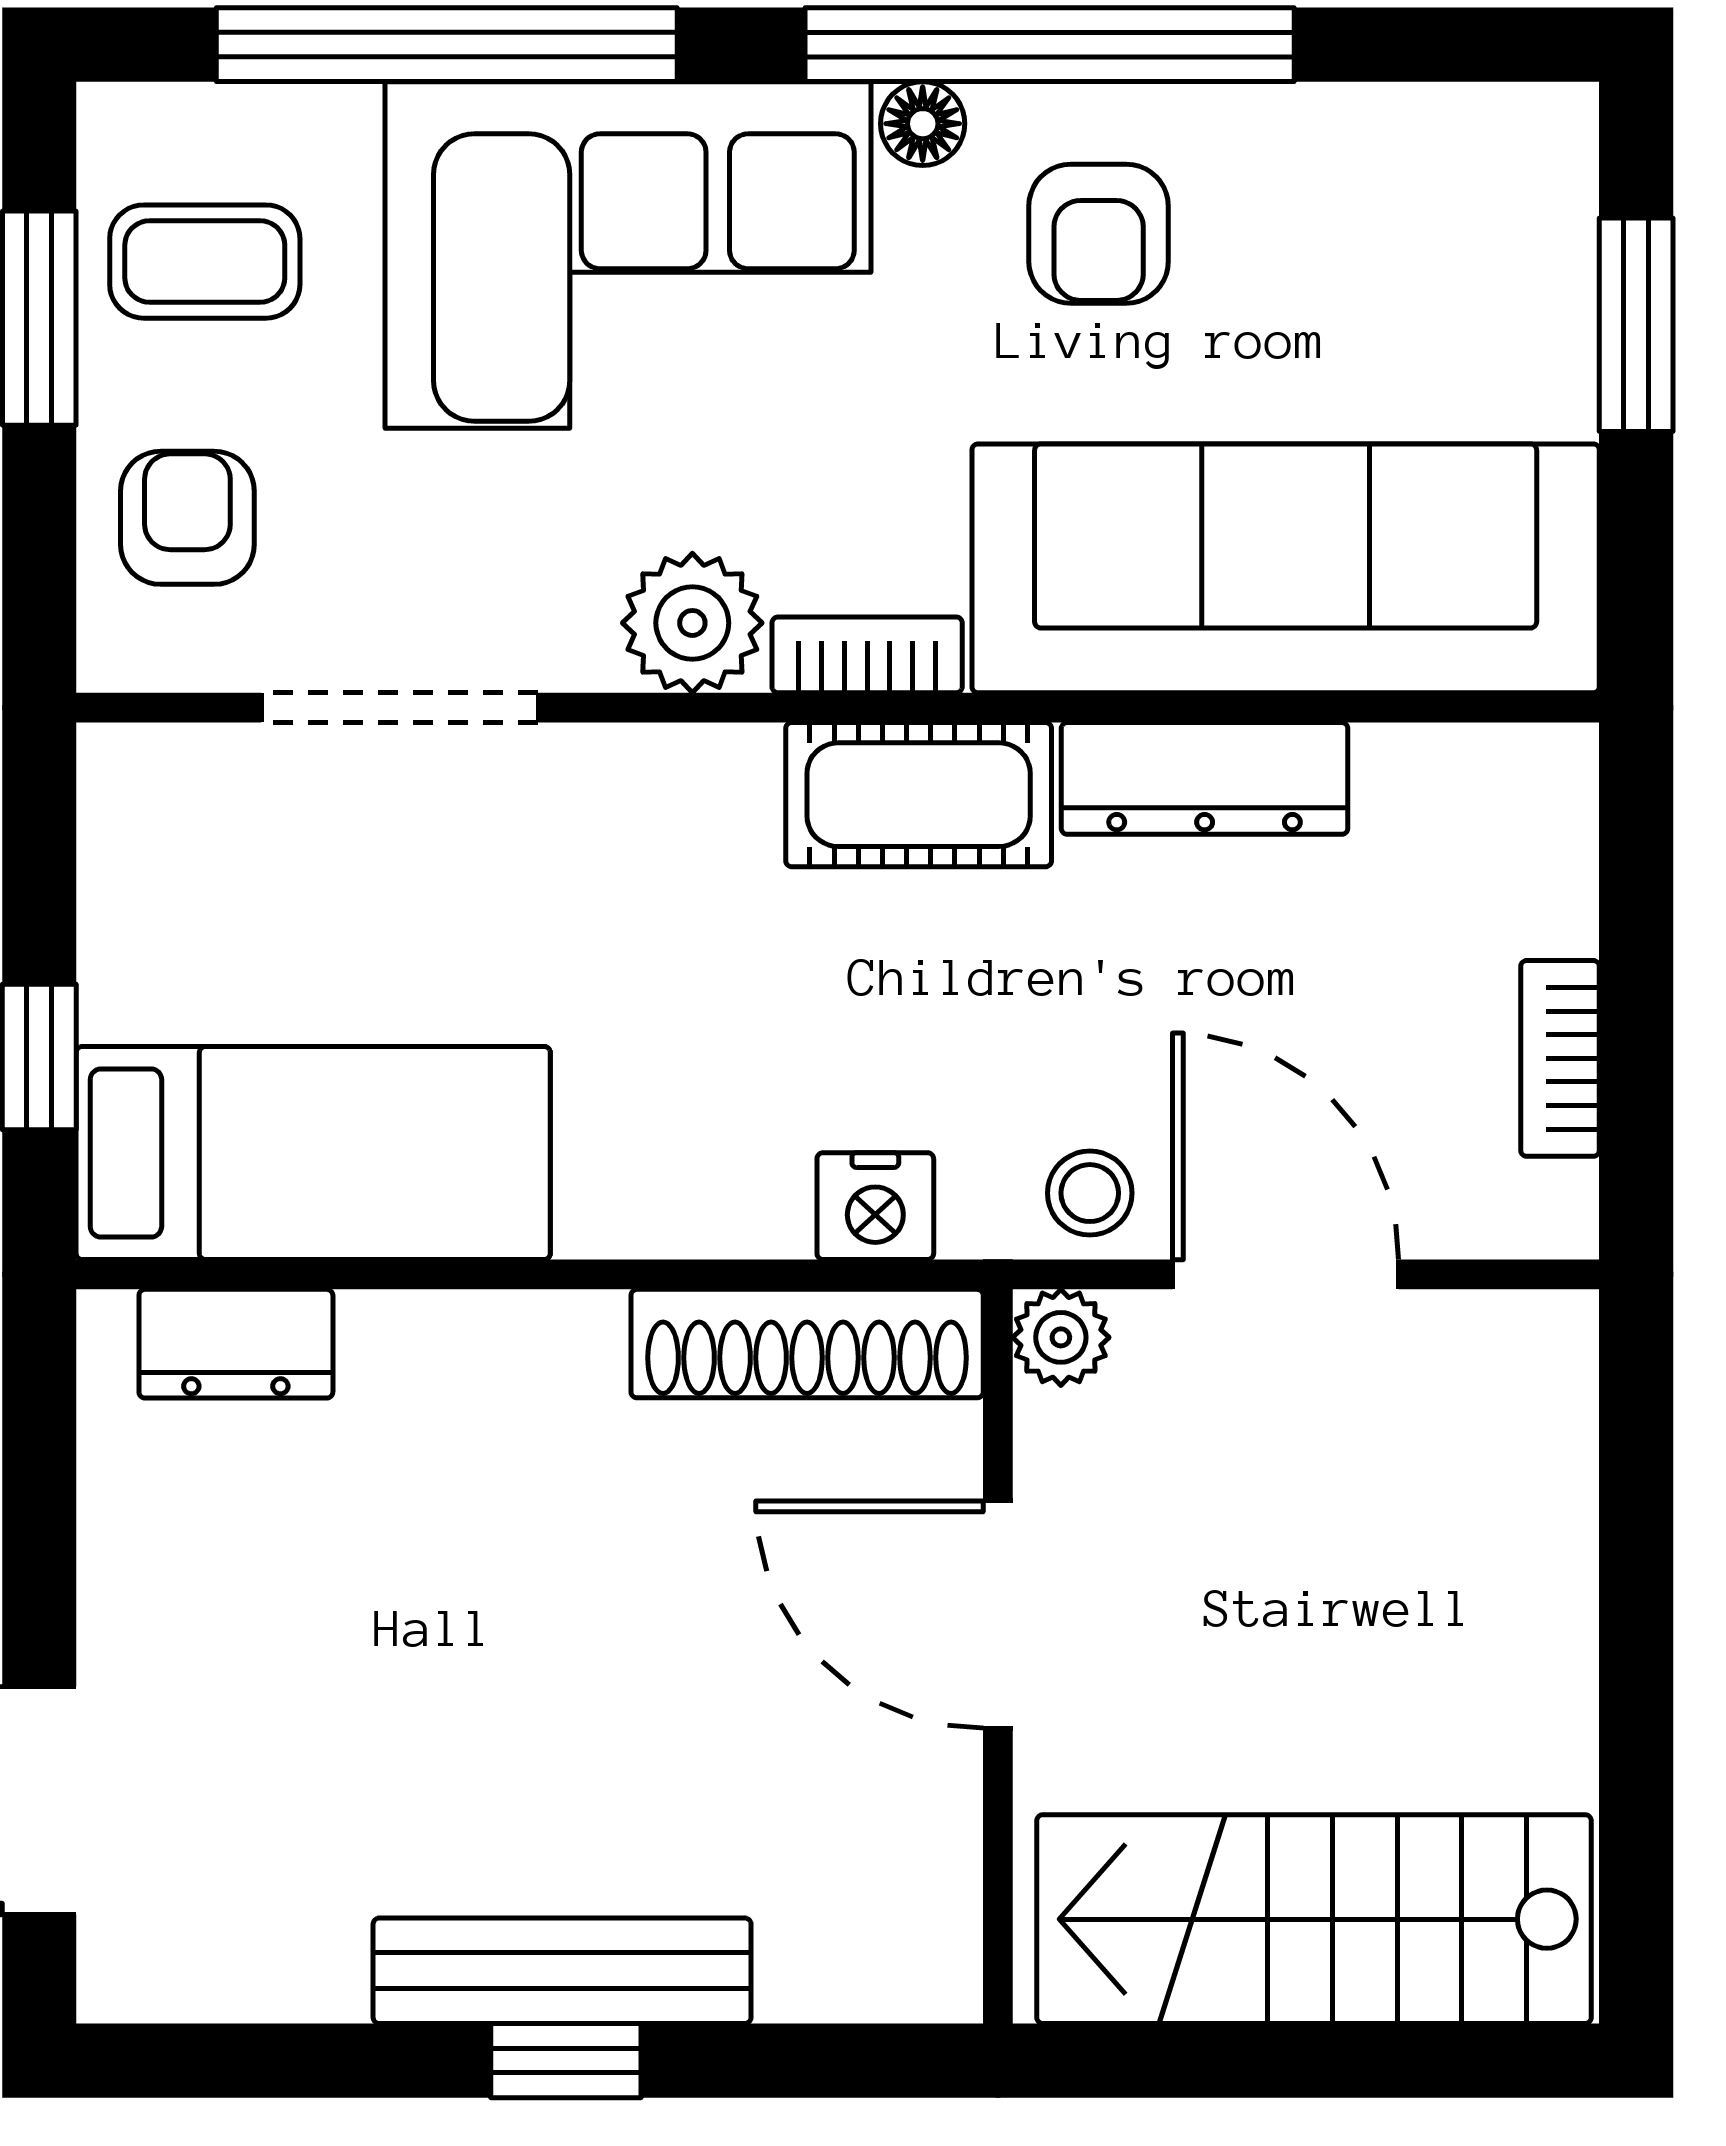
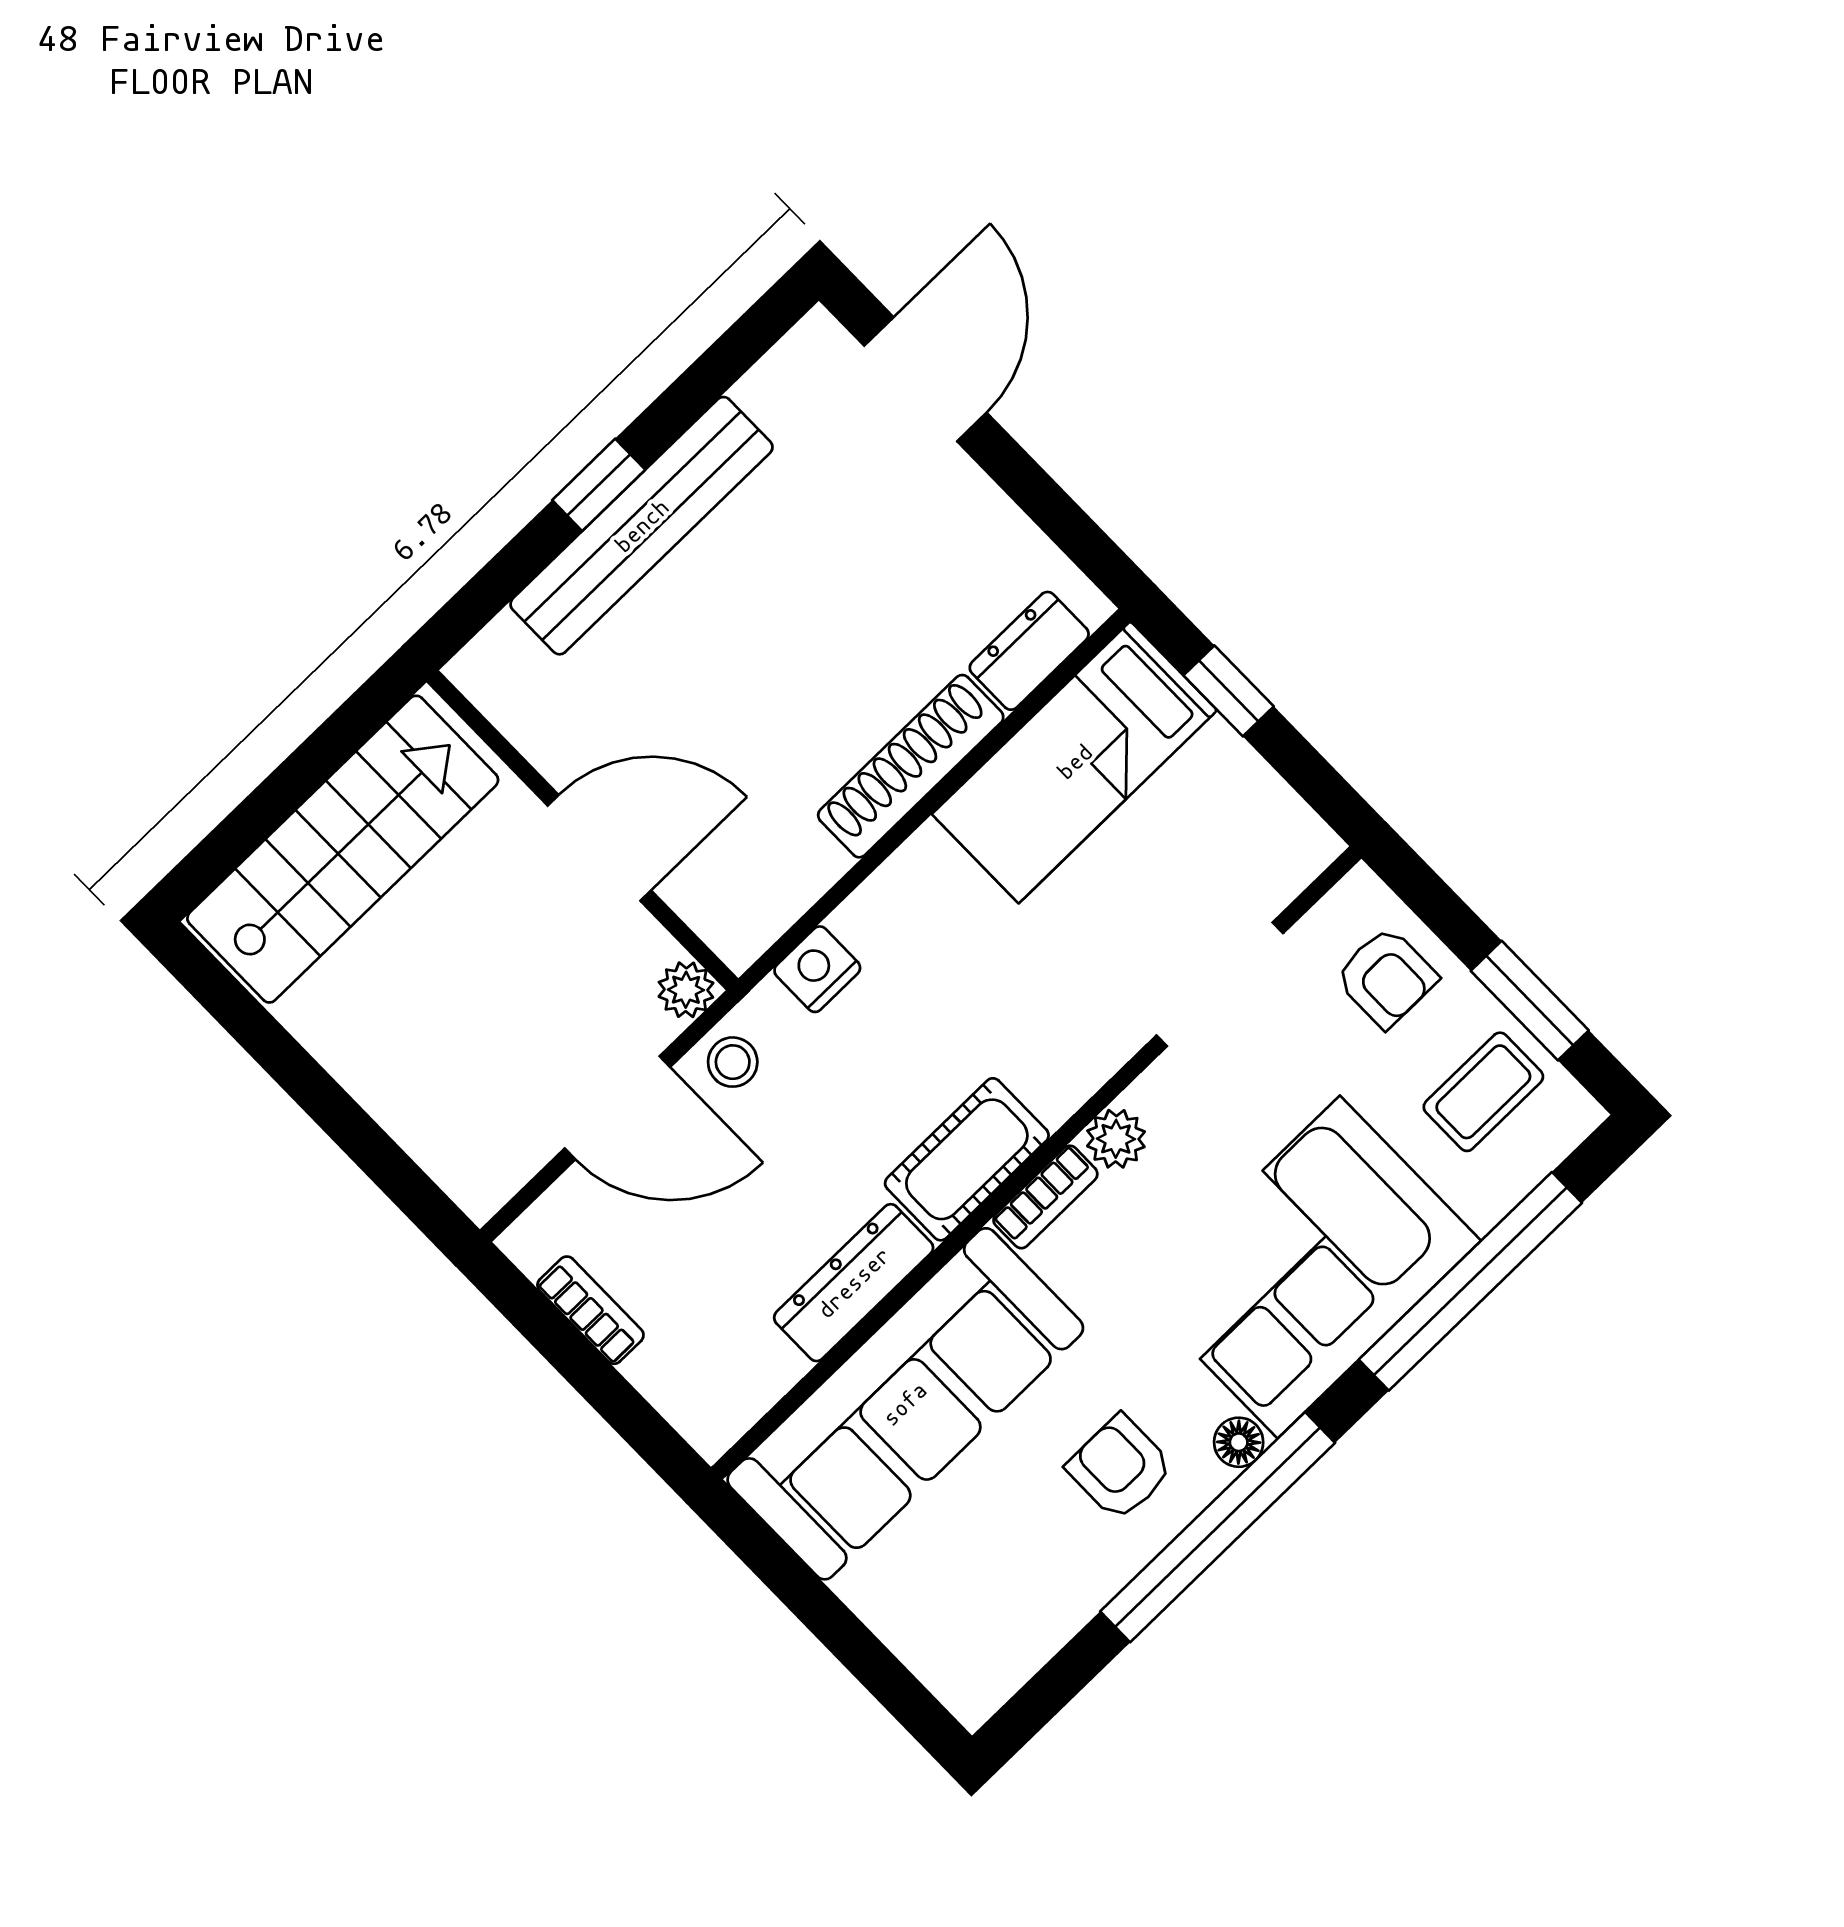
window: (1636, 325) -> (858, 1649), removed
plant: (692, 623) -> (1116, 1139), width x0.73, depth x0.73
shoe rack: (807, 1344) -> (911, 766), moved
bench: (562, 1971) -> (642, 526), width x1.37, depth x1.21

